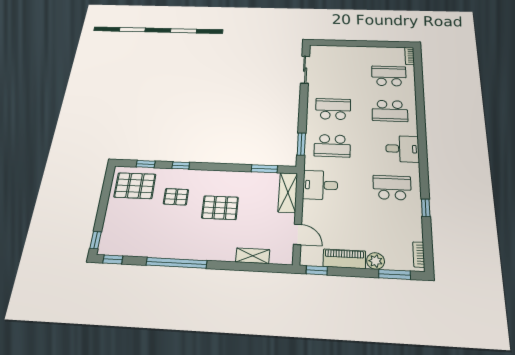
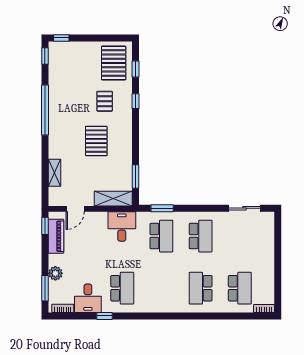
school desk: (332, 146) -> (161, 236), turned 180
desk: (402, 149) -> (88, 298), moved
piano: (344, 259) -> (56, 236), moved

